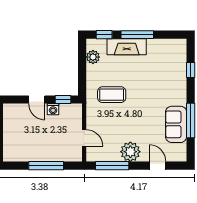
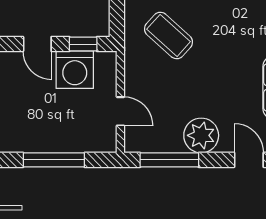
coffee table: (112, 95) -> (169, 35), turned 42
washing machine: (53, 109) -> (75, 70), width x1.89, depth x1.89

